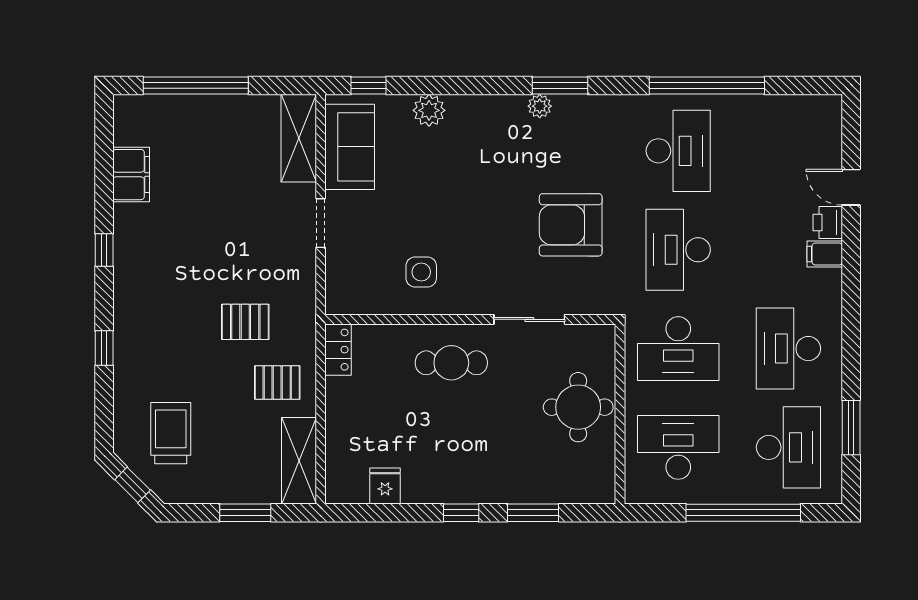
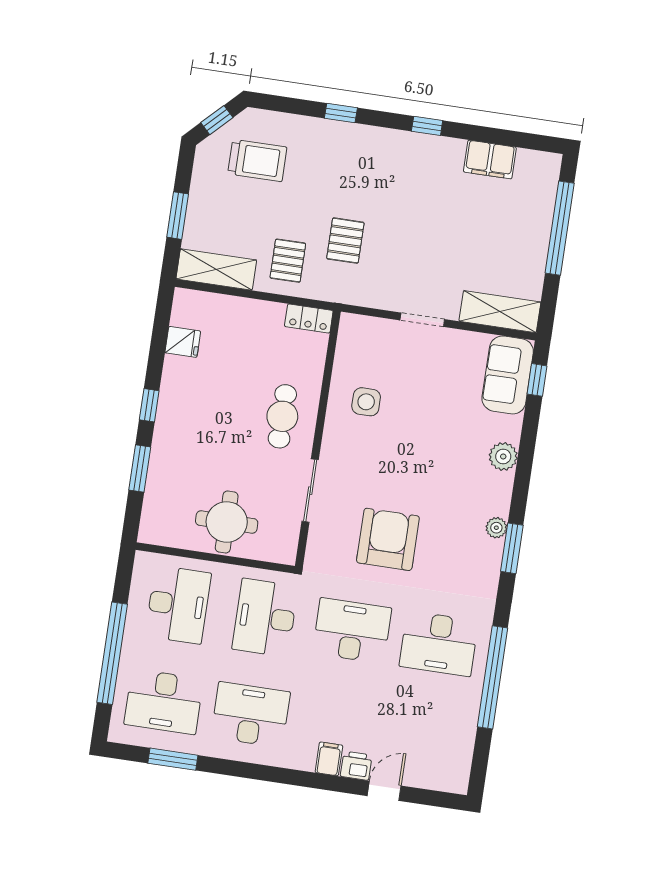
plant: (429, 110) -> (503, 456), moved
sofa: (350, 147) -> (508, 375), moved, turned 90

